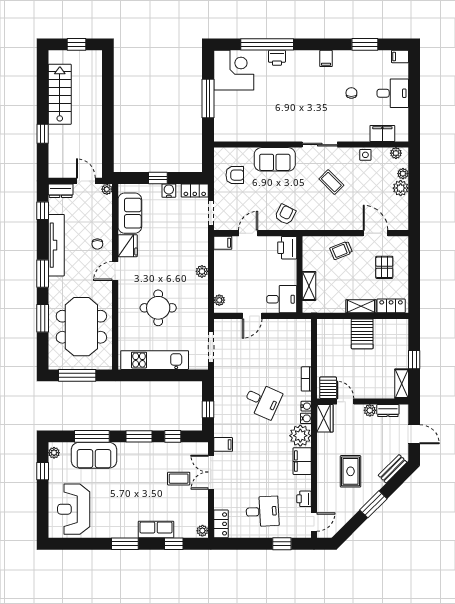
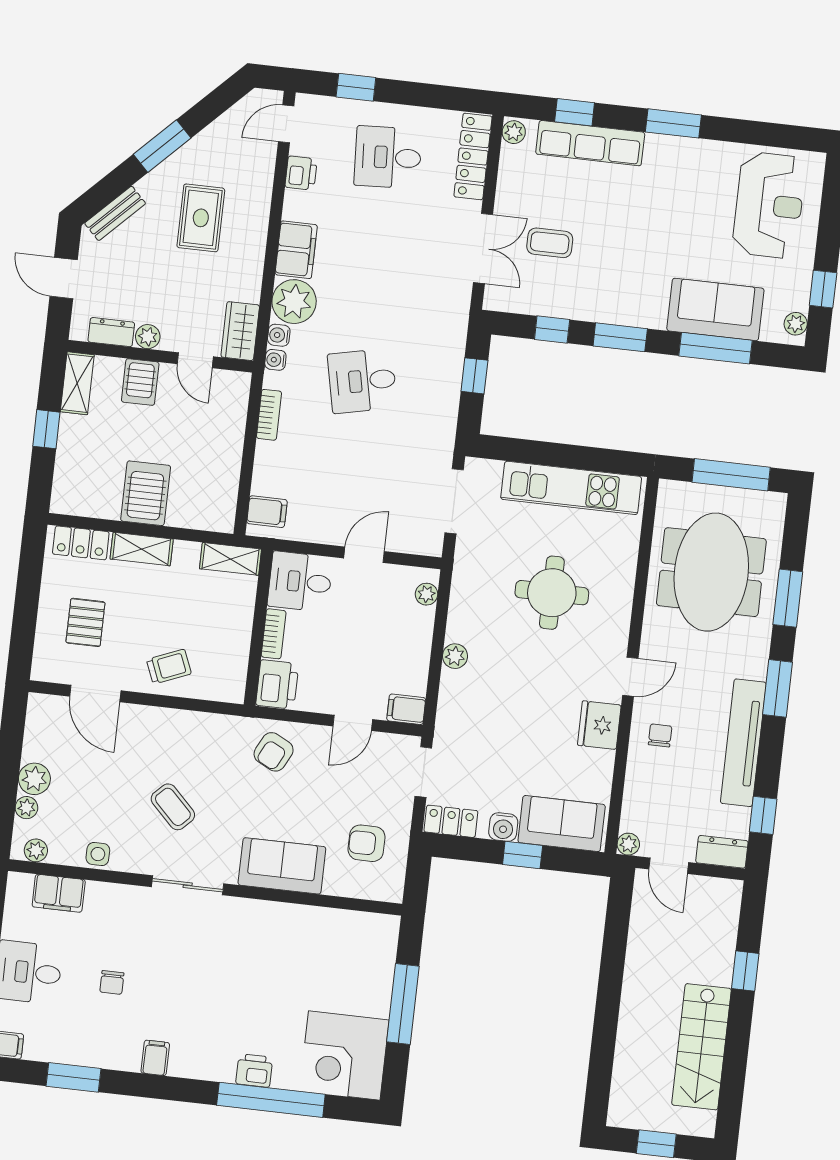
sofa: (130, 213) -> (562, 824), moved, turned 90
bookcase: (292, 272) -> (274, 634), added
shelving: (309, 286) -> (231, 559), moved, turned 90
server rack: (328, 388) -> (140, 382), moved
desk: (262, 401) -> (362, 381), turned -36
filing cabinet: (223, 444) -> (267, 512), moved, turned 180
locker: (221, 524) -> (473, 156), width x1.53
row of seats: (156, 530) -> (590, 143), width x1.48

